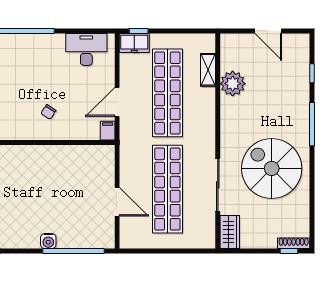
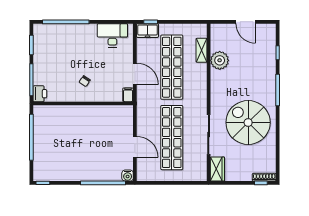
door: (117, 102) -> (135, 74), swing flipped
water cooler: (48, 241) -> (128, 176), moved

